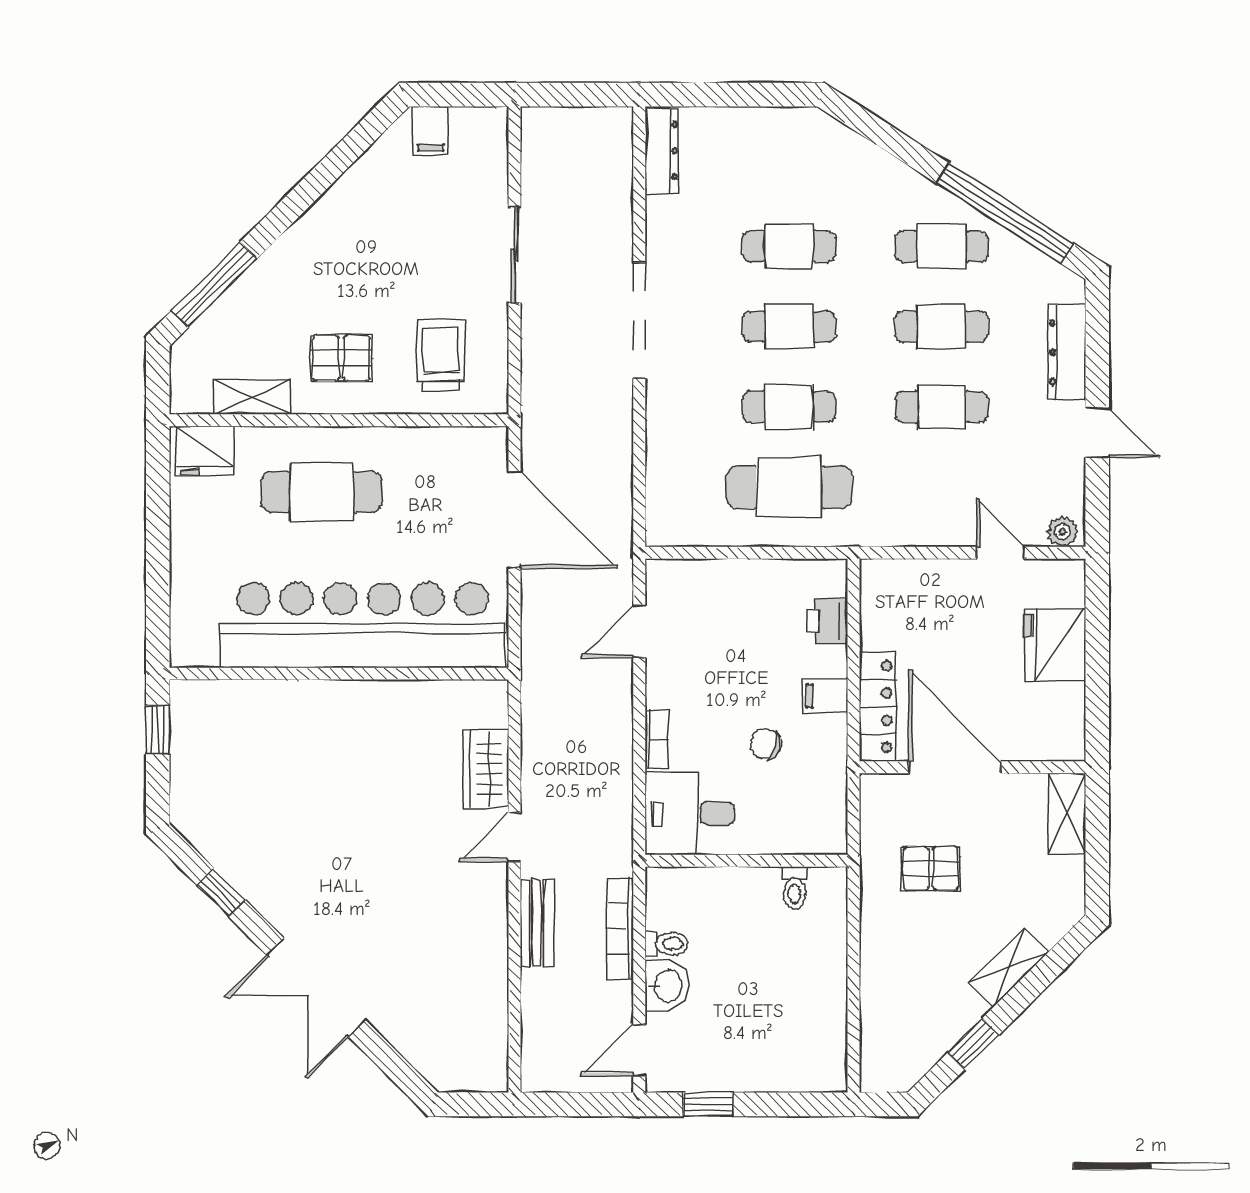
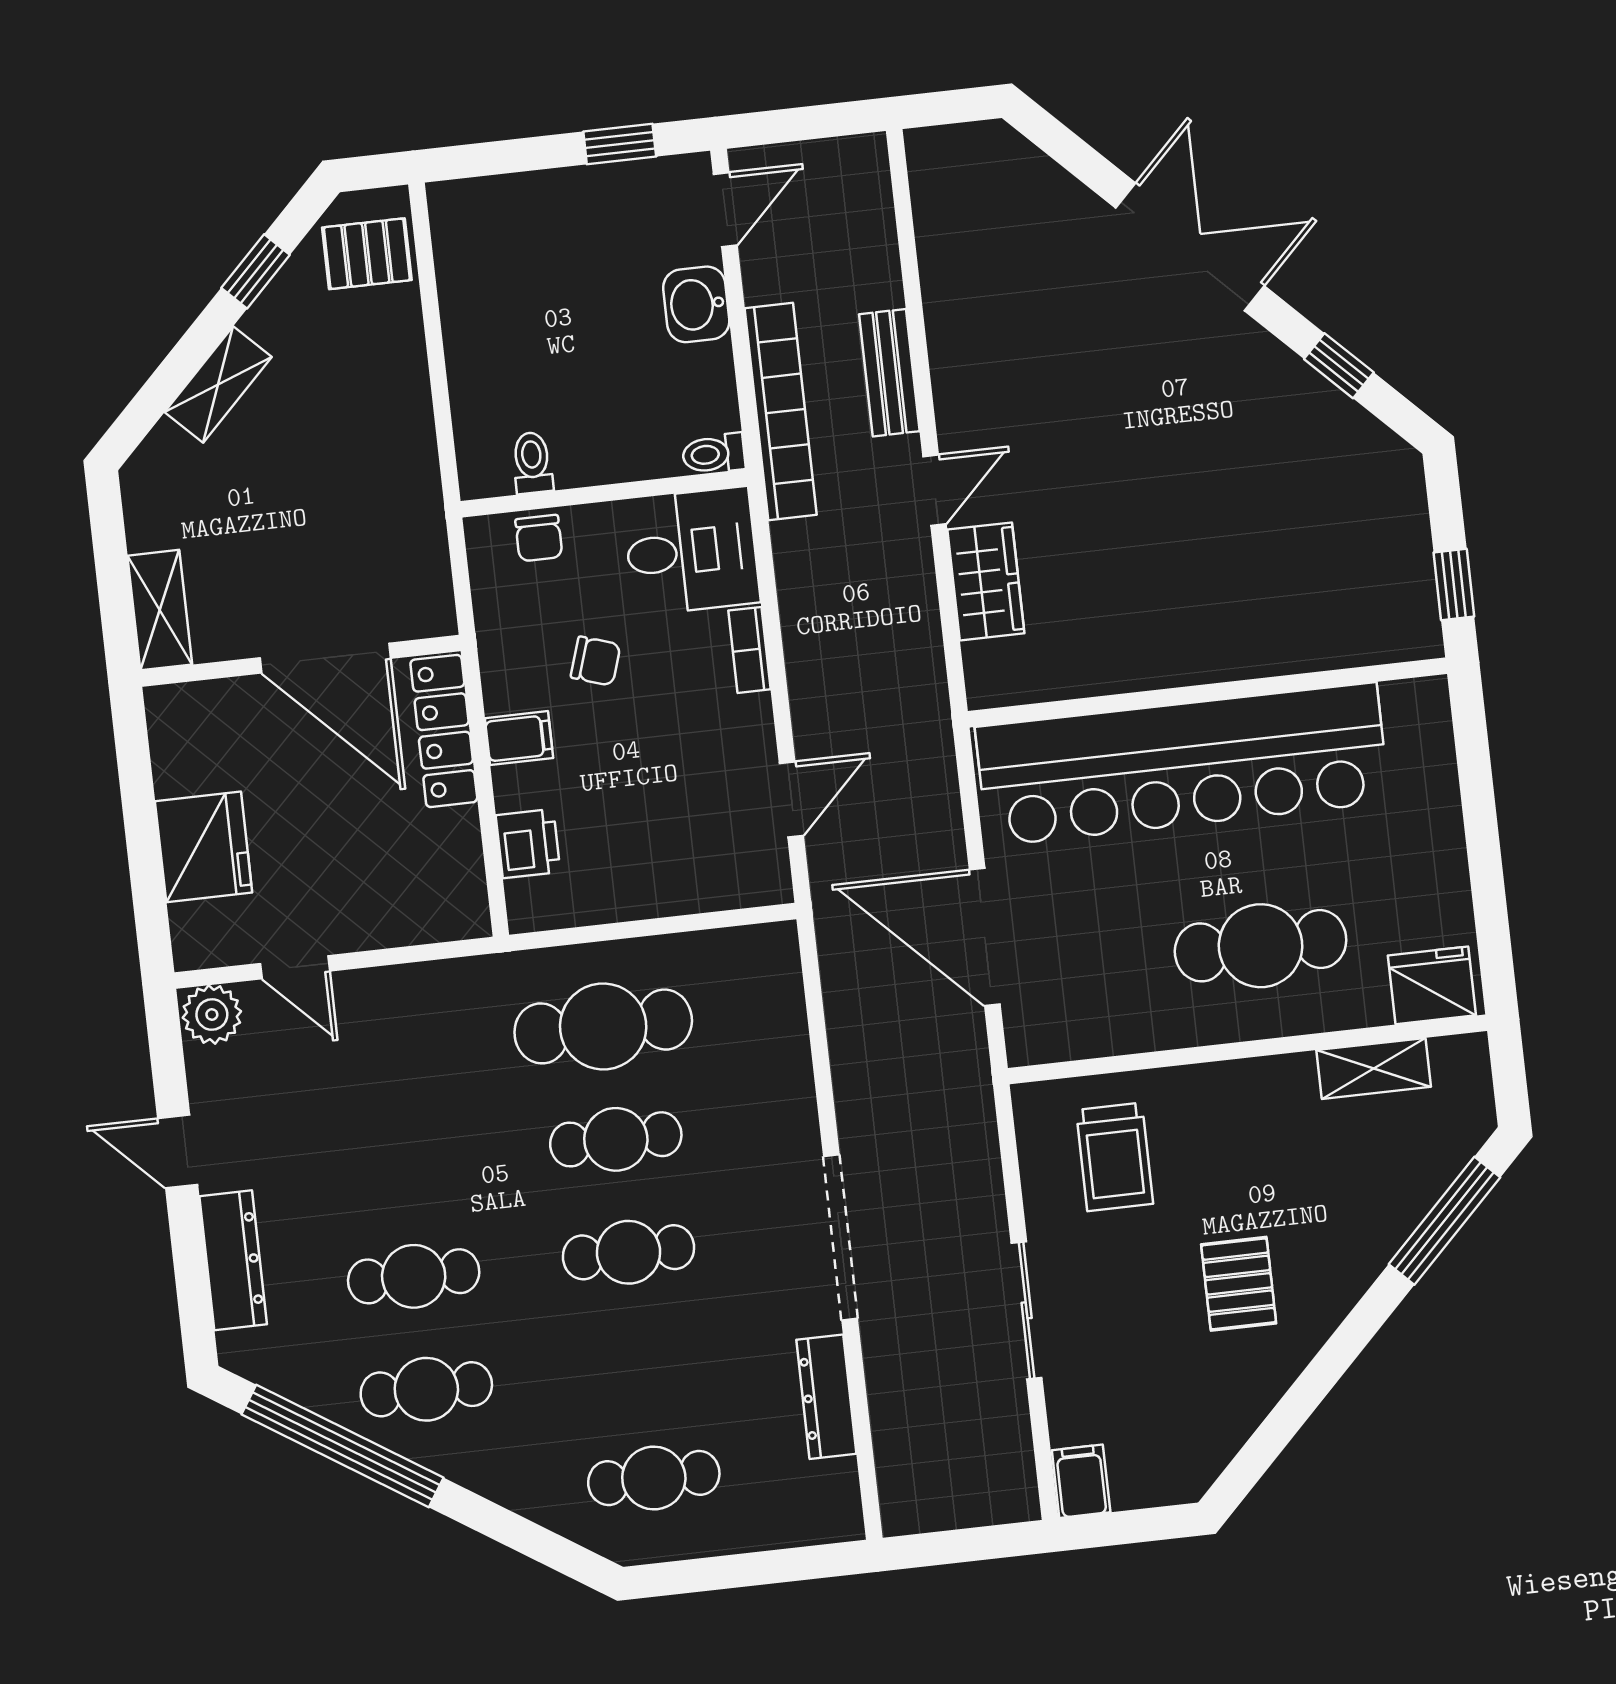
filing cabinet: (431, 131) -> (1081, 1481), moved
dresser: (662, 151) -> (826, 1397), moved
cafe table: (789, 246) -> (654, 1478), moved
pallet: (341, 358) -> (1239, 1284), moved, turned 90
cafe table: (942, 407) -> (401, 1163), removed
plant: (1062, 532) -> (212, 1015), width x1.38, depth x1.38
chair: (796, 834) -> (539, 538), added
pallet: (931, 868) -> (367, 254), moved
bookcase: (620, 929) -> (781, 412), width x1.48, depth x1.31
toilet: (666, 944) -> (714, 454), moved

